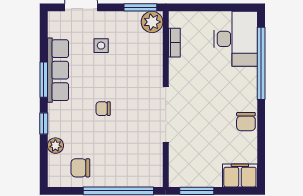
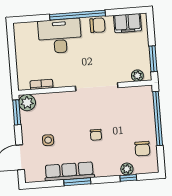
desk: (236, 39) -> (60, 36), moved
window: (261, 63) -> (77, 15), moved
window: (44, 124) -> (128, 178), moved
plant: (176, 169) -> (137, 76), added
filing cabinet: (240, 175) -> (128, 23), moved, turned -90

